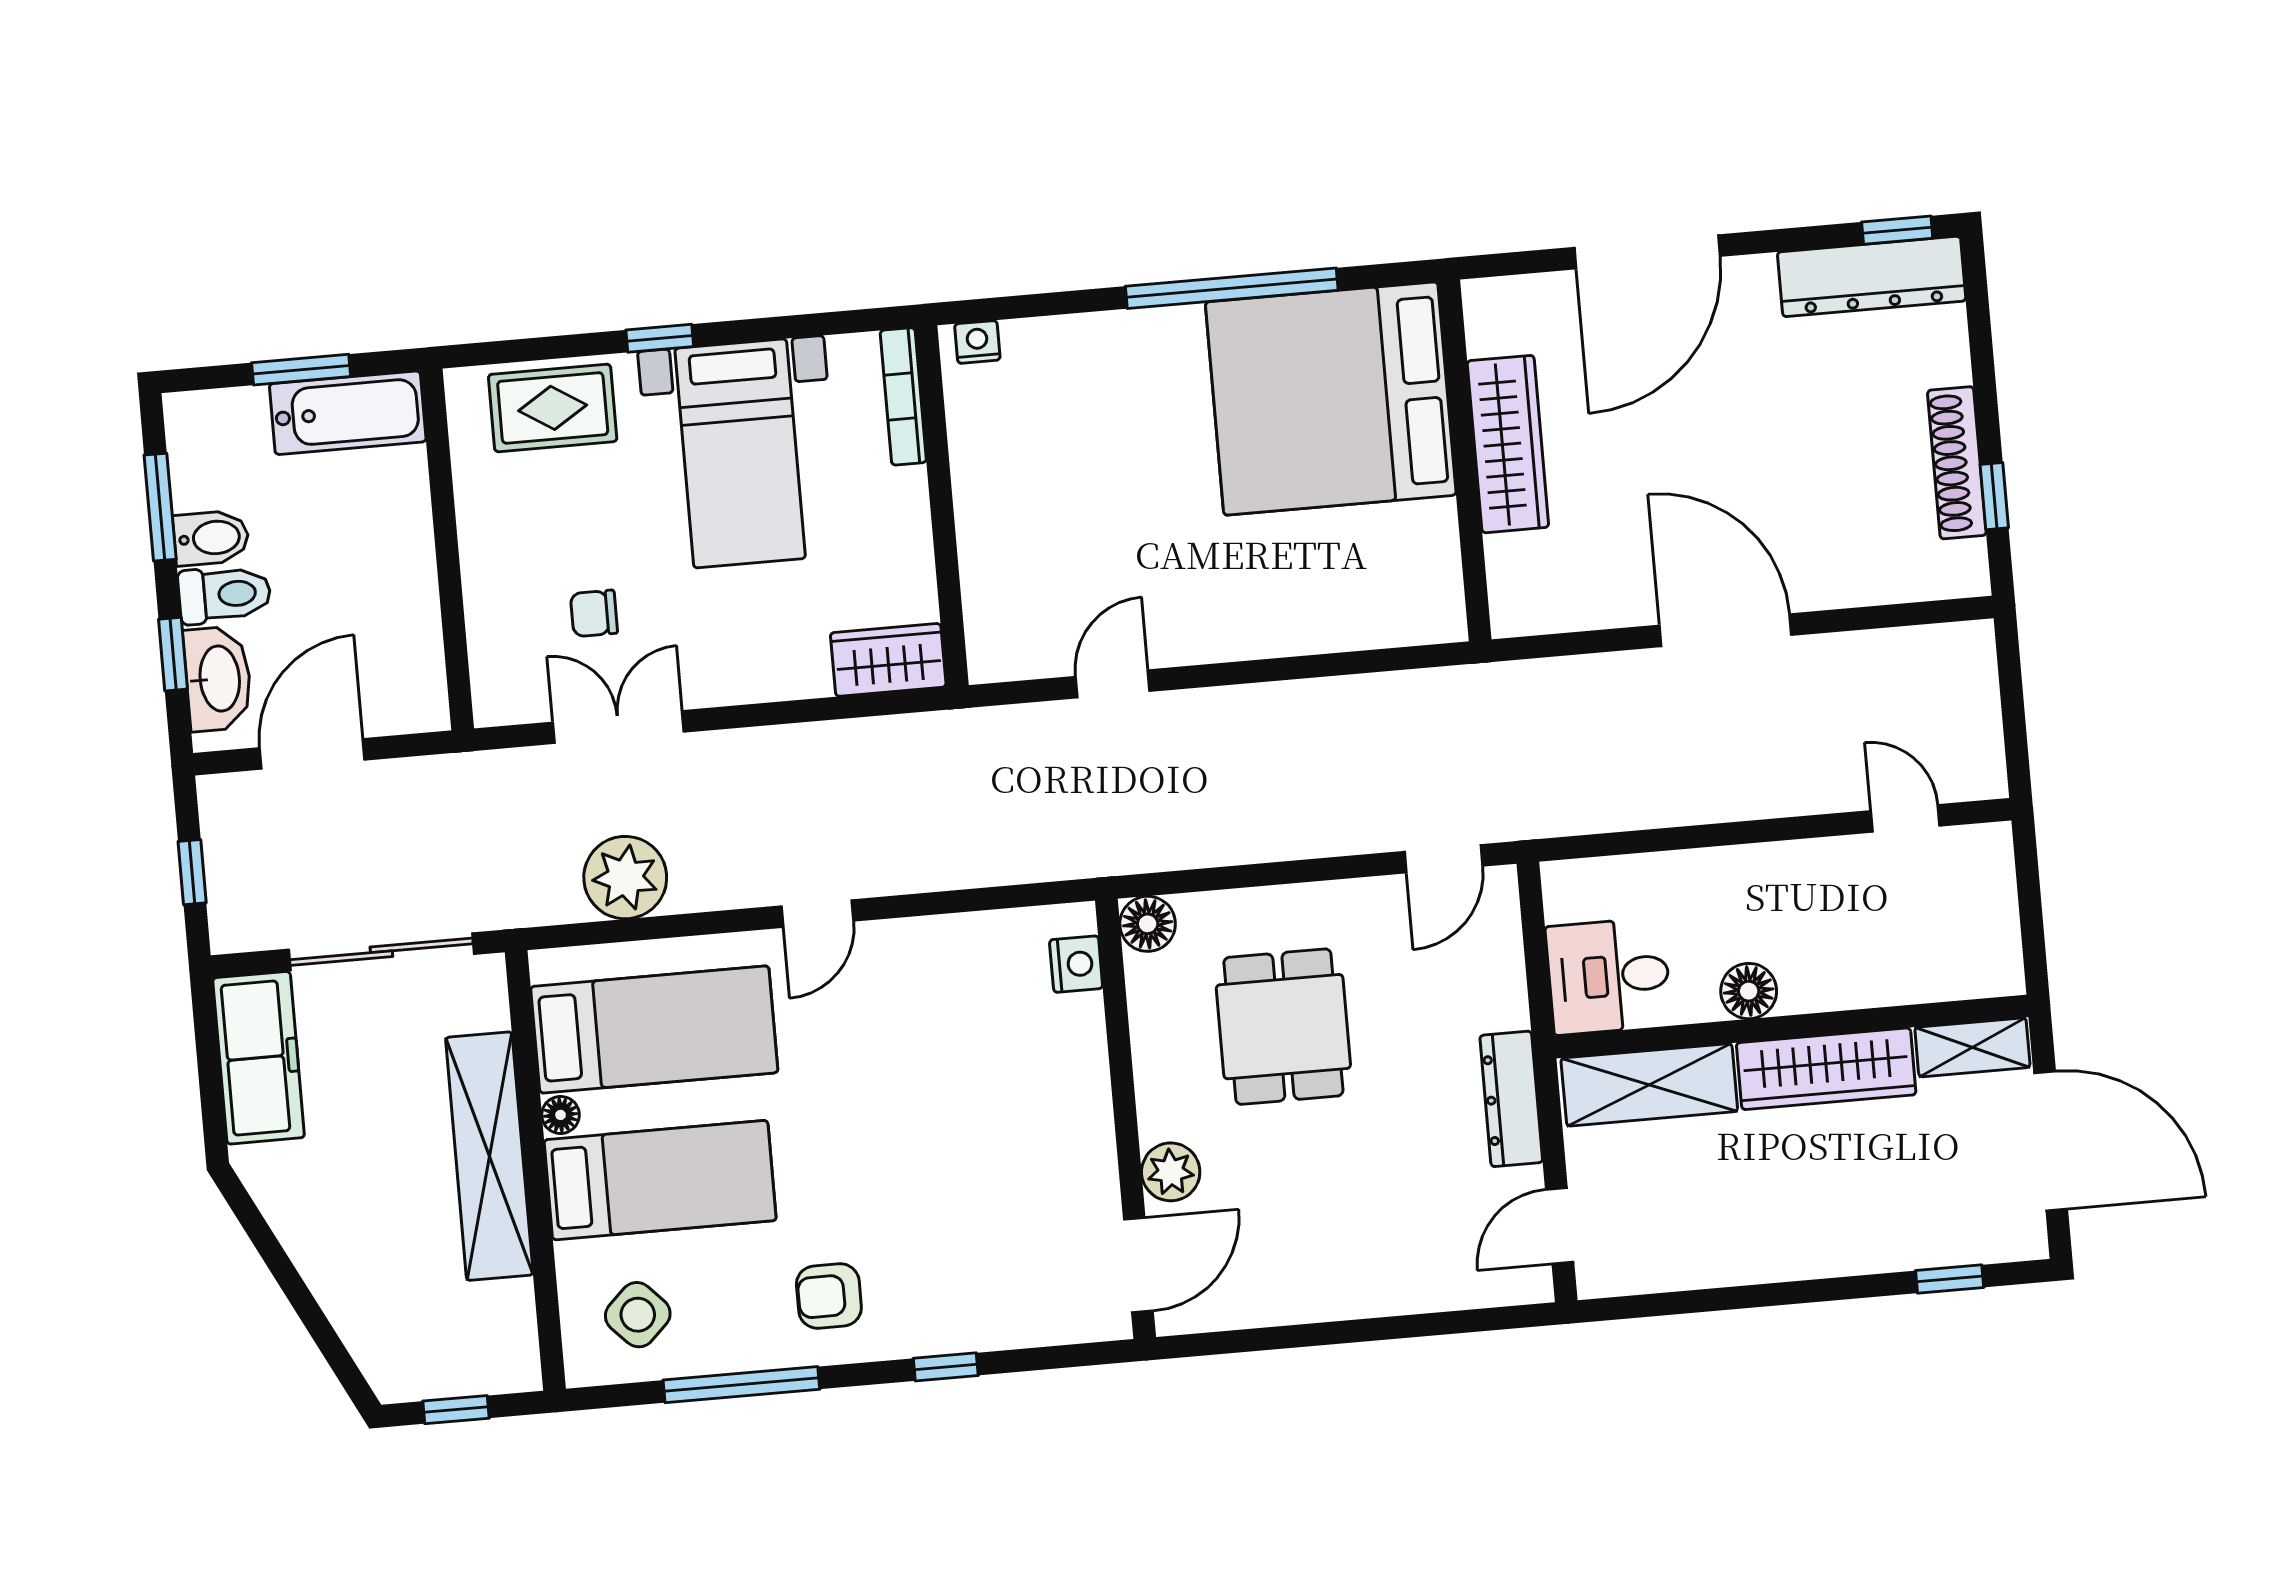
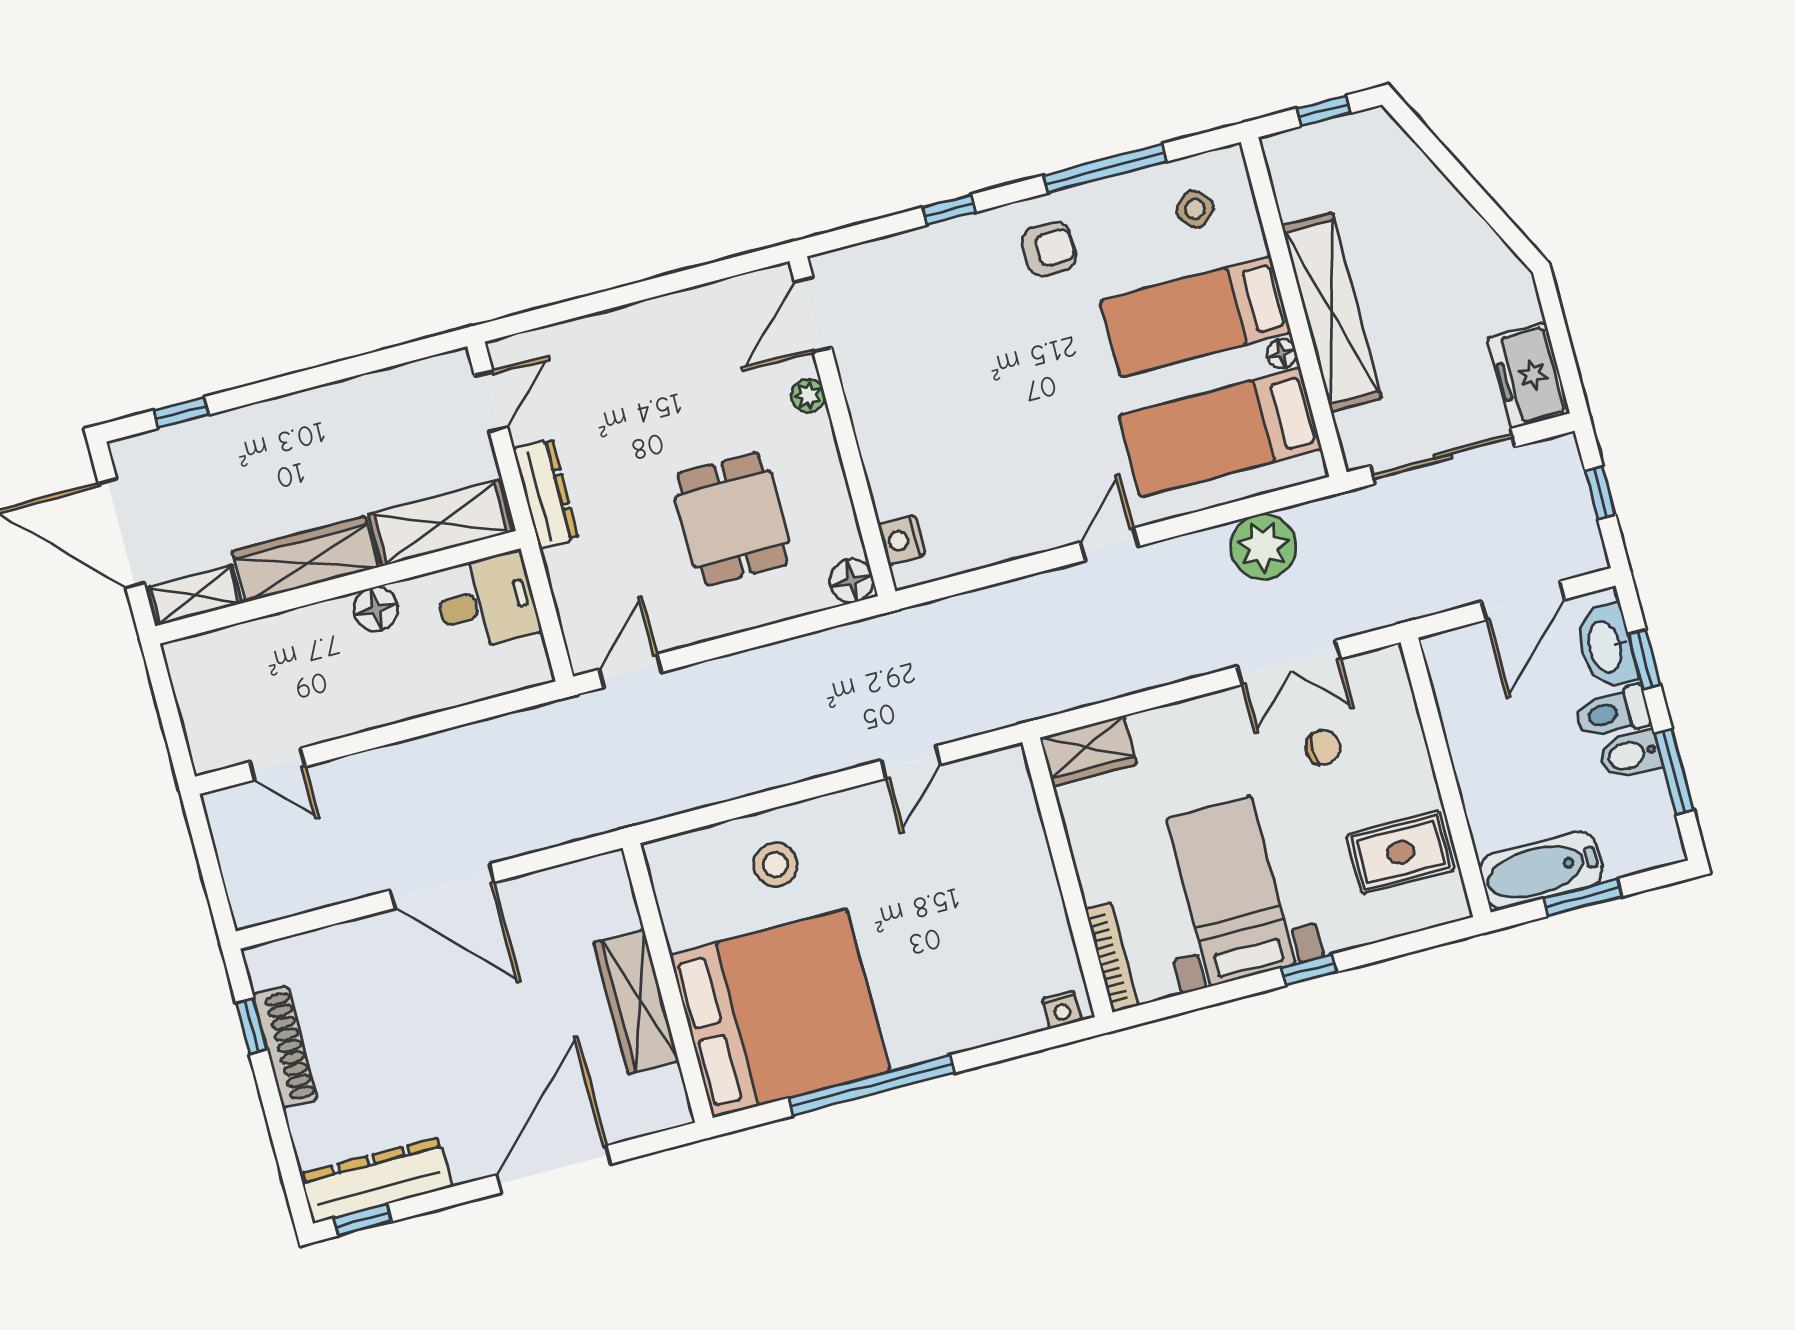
rug: (553, 408) -> (1401, 852), moved
stool: (1304, 585) -> (776, 865), added
freezer: (259, 1058) -> (1529, 376), width x0.71
plant: (1171, 1172) -> (808, 396), width x0.73, depth x0.73
side table: (638, 1315) -> (1195, 209), width x0.73, depth x0.73

